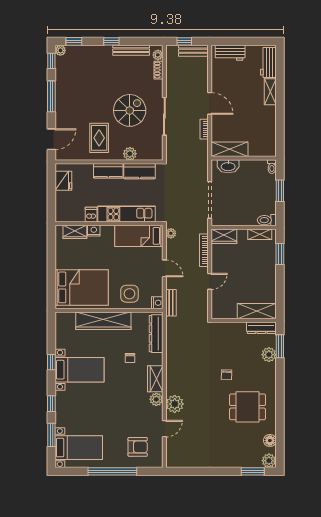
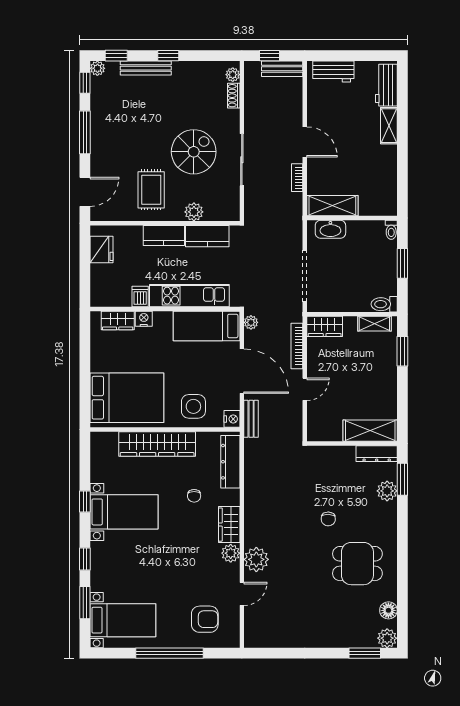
bench: (131, 50) -> (146, 68), moved
door: (164, 268) -> (242, 371), width x1.87

